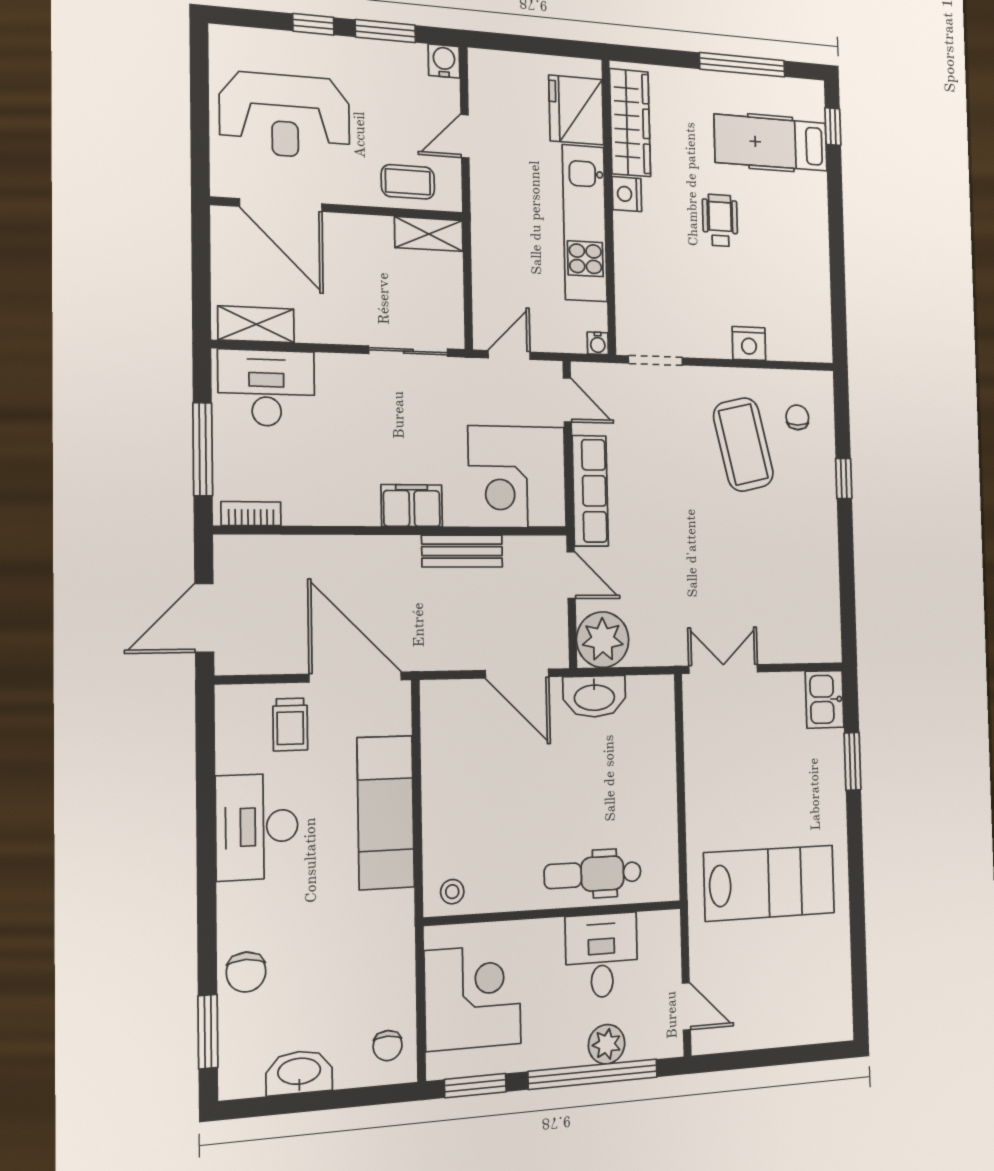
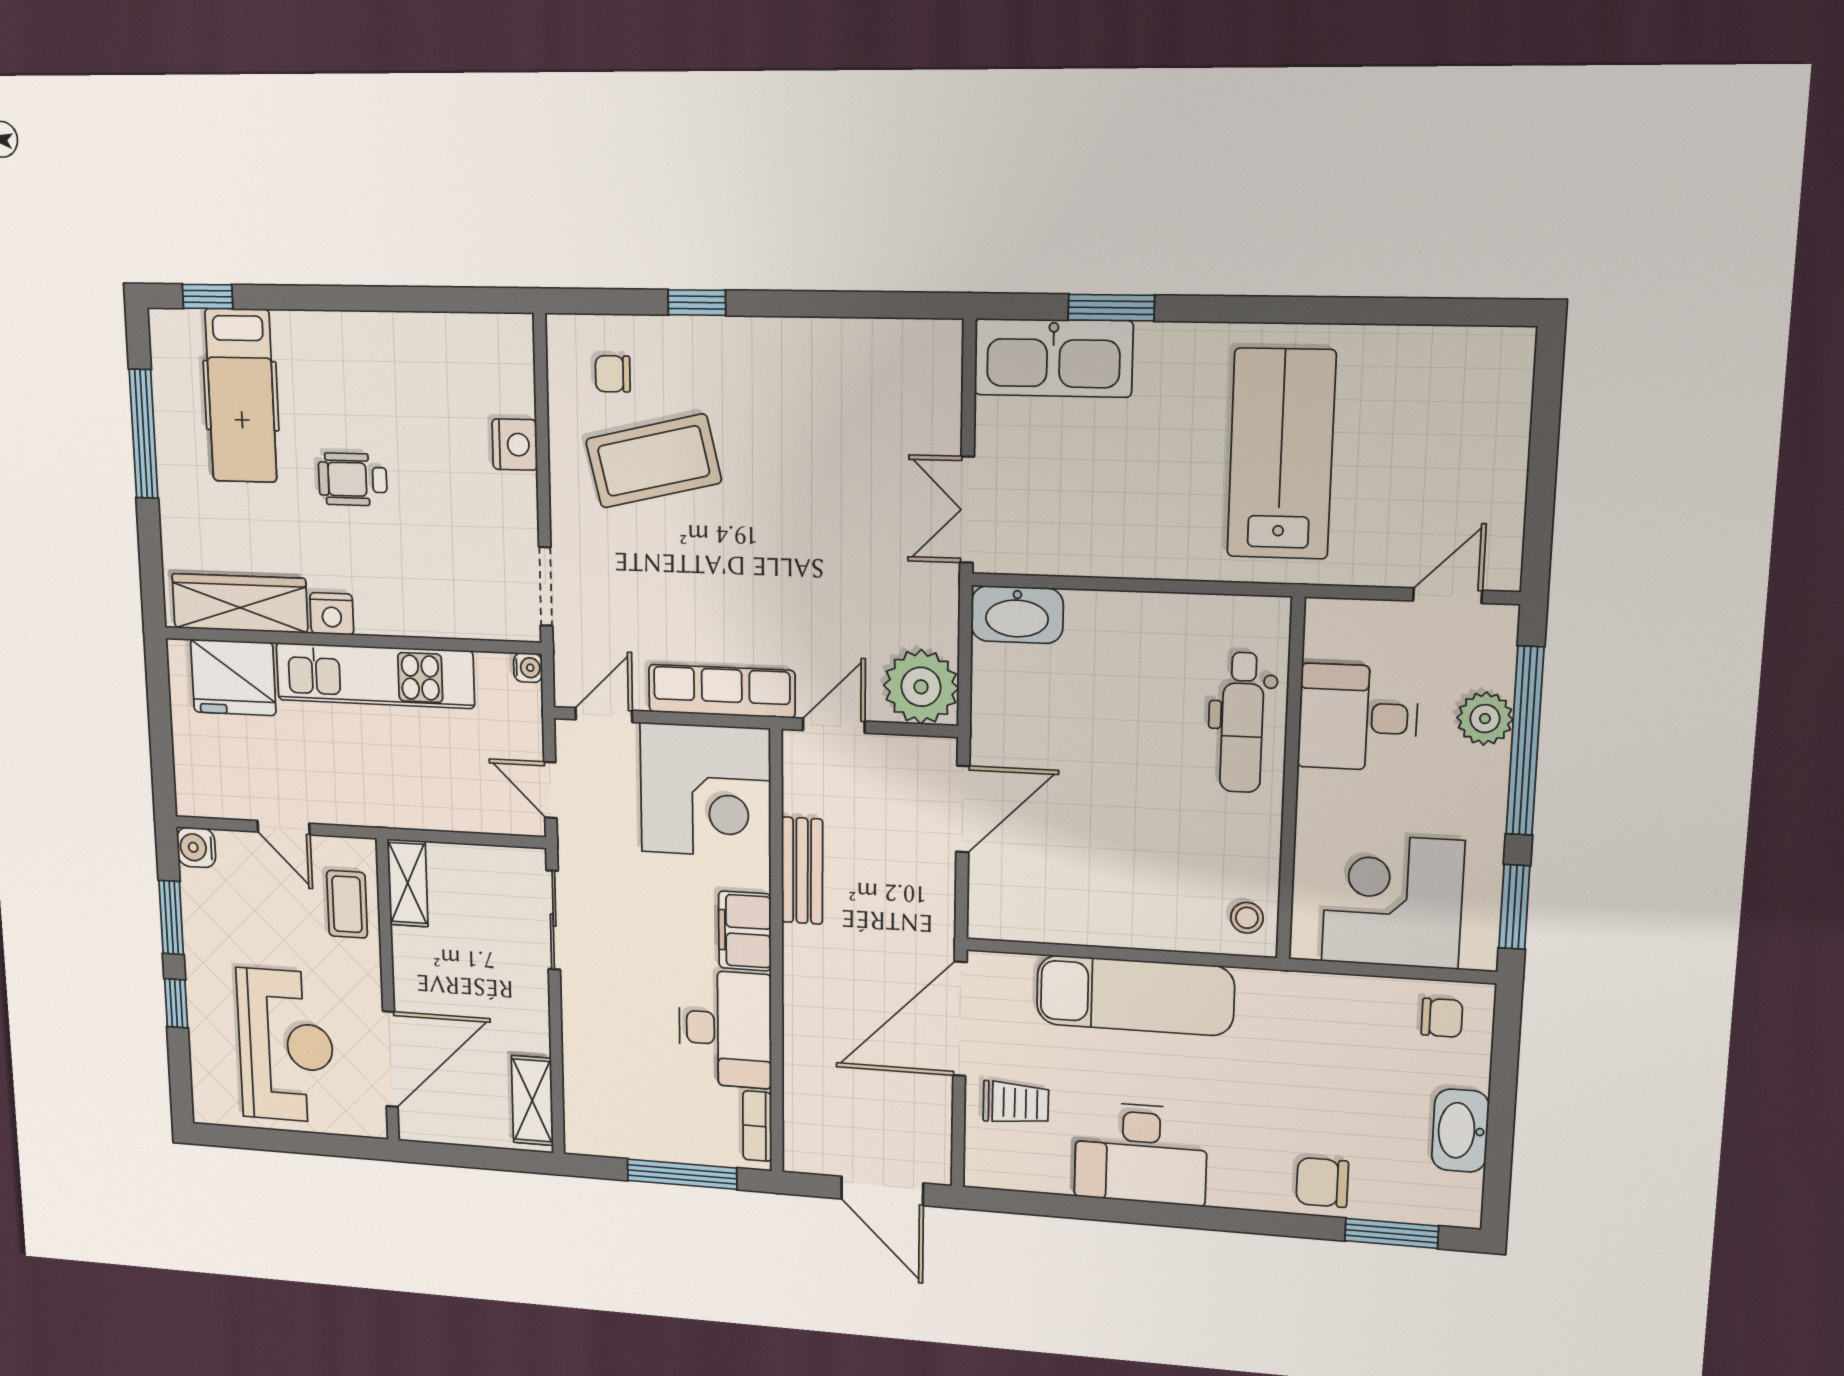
desk: (266, 388) -> (725, 1029), moved, turned 180
washbasin: (594, 696) -> (1017, 615), moved, turned 90
kitchen sink: (825, 699) -> (1053, 358), width x1.87, depth x1.24
chair: (246, 972) -> (1322, 1182), turned 180

